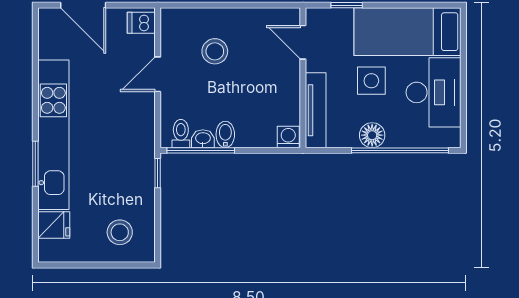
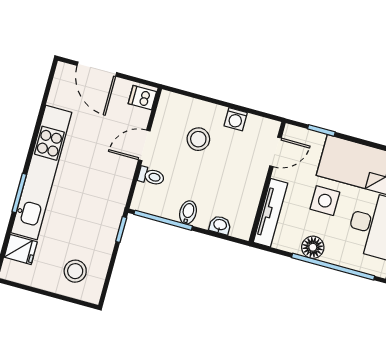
door: (303, 42) -> (275, 152), swing flipped
toilet: (181, 134) -> (151, 176), moved, turned 90
washing machine: (288, 137) -> (236, 119), moved, turned 180
washbasin: (203, 139) -> (220, 225), moved

